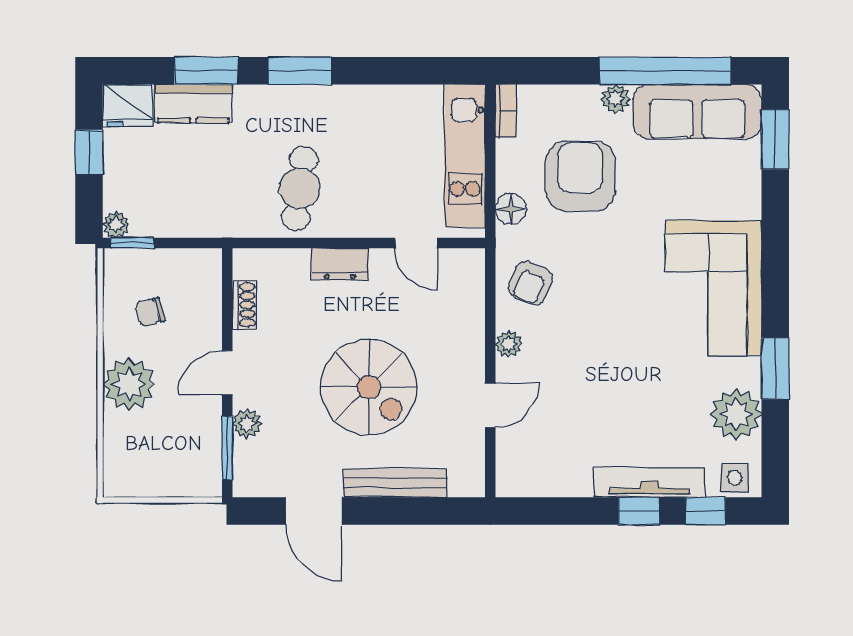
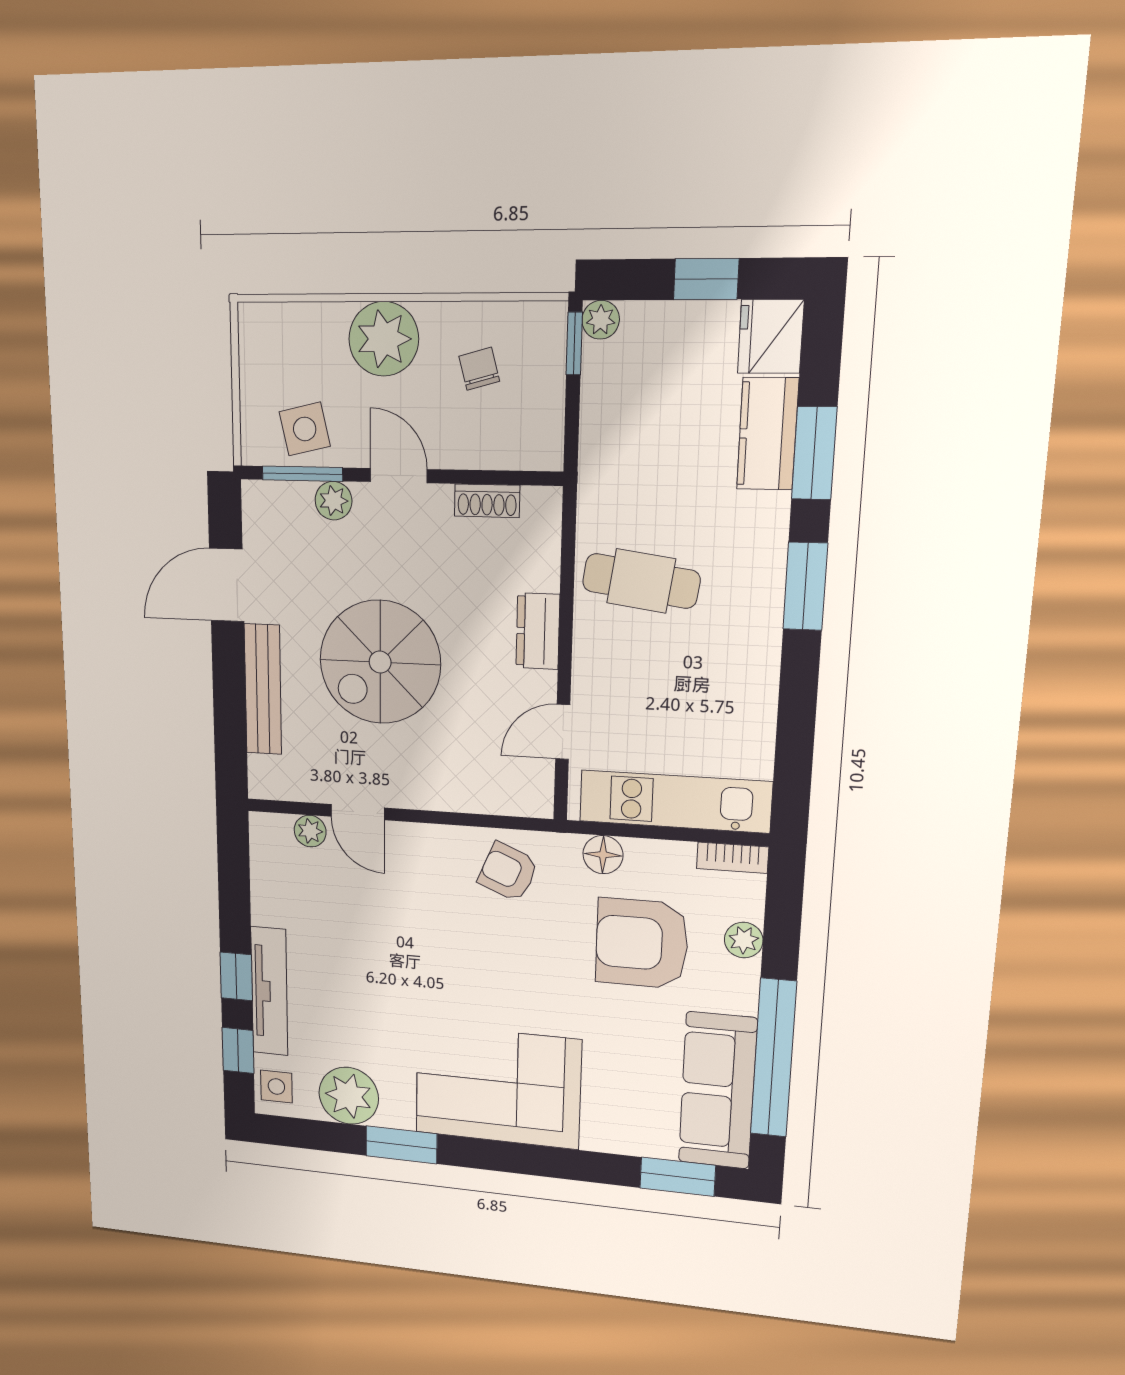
plant: (616, 99) -> (744, 940), moved
armchair: (580, 176) -> (642, 943), turned 180
plant: (509, 344) -> (310, 831), moved
side table: (194, 446) -> (305, 429), added

